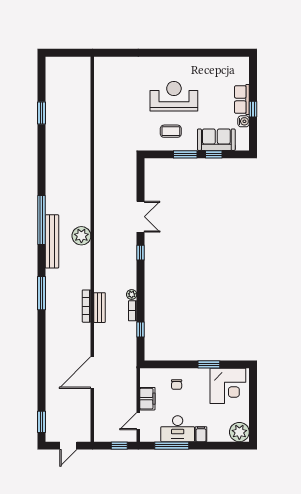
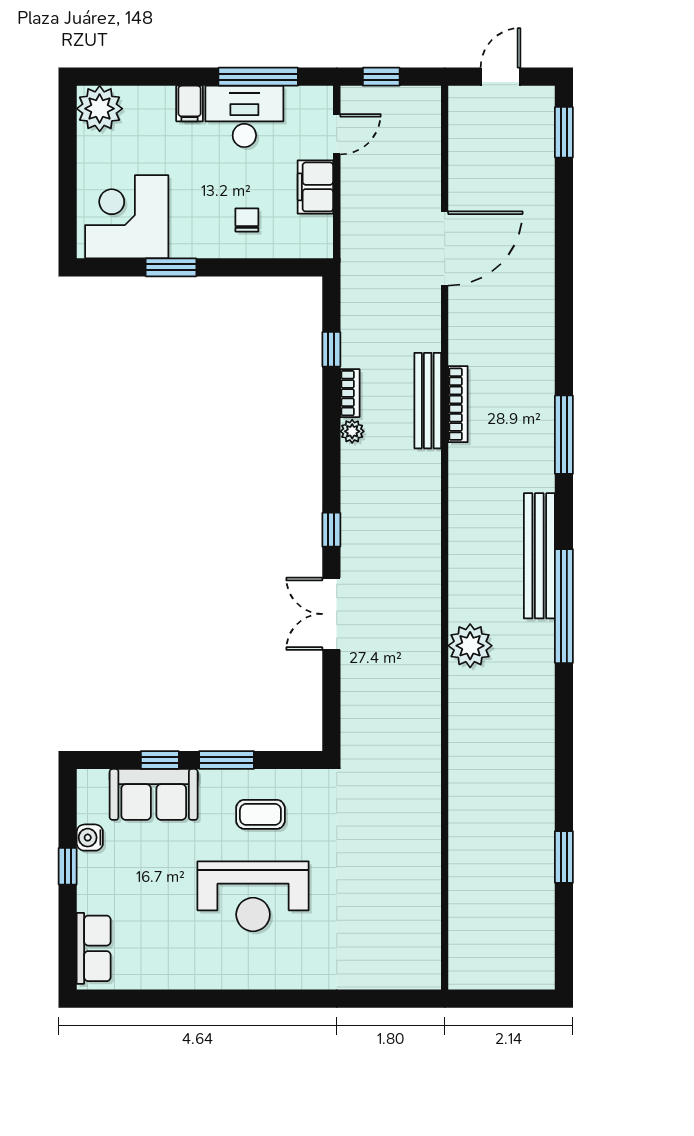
row of seats: (242, 100) -> (94, 948), moved
plant: (81, 236) -> (470, 646), moved
bench: (100, 308) -> (428, 401), width x1.36

